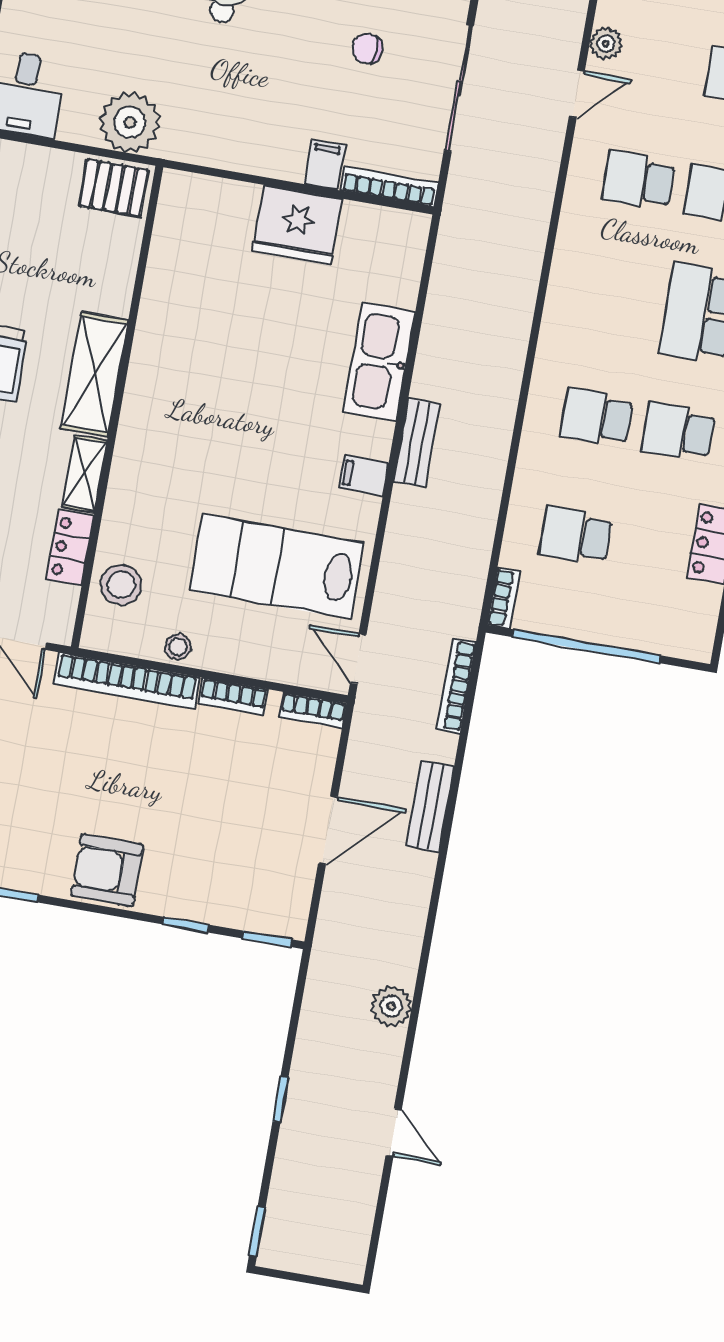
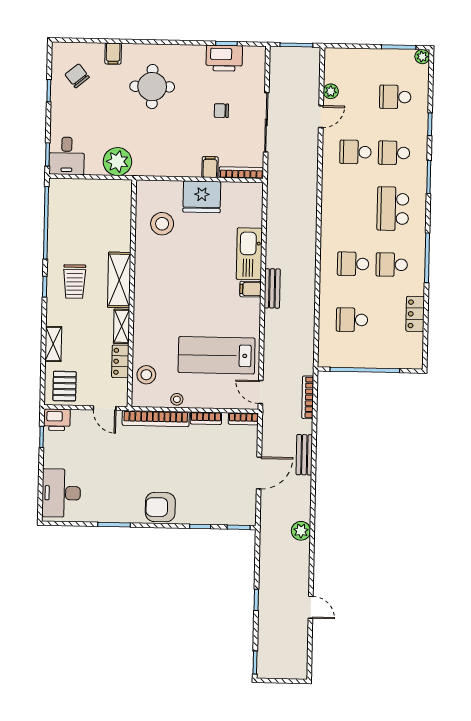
pallet: (114, 188) -> (115, 193), removed
stool: (204, 269) -> (162, 224), added
filing cabinet: (364, 475) -> (250, 289), moved
bookcase: (504, 598) -> (323, 354), removed
plant: (391, 1006) -> (301, 531), moved

